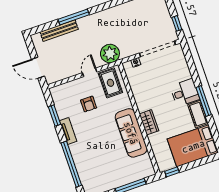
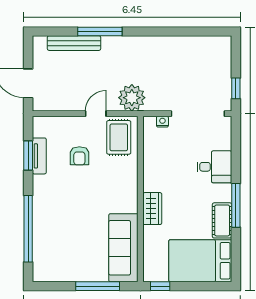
desk: (185, 93) -> (214, 167), moved
tv unit: (68, 131) -> (39, 156), moved
sofa: (131, 133) -> (123, 248), moved

